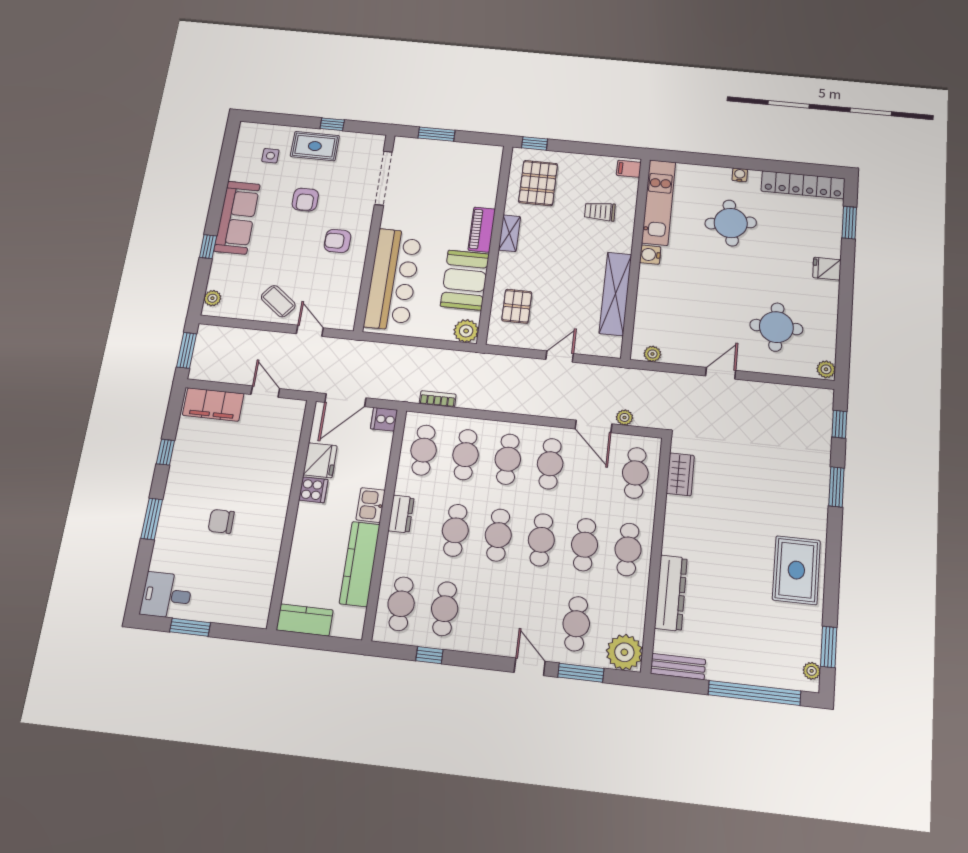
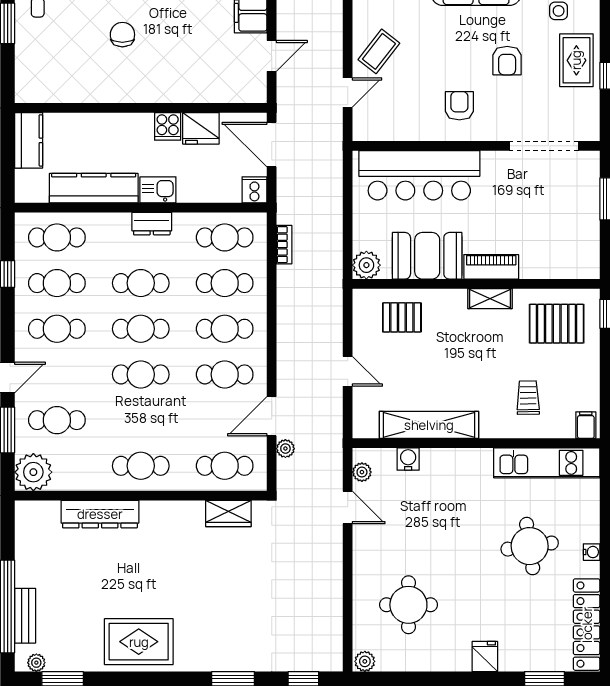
armchair: (305, 200) -> (507, 61), turned -90
water cooler: (650, 255) -> (408, 459), moved
door: (721, 373) -> (348, 507), moved
cafe table: (585, 545) -> (57, 329), moved
bench: (678, 667) -> (25, 616), moved

